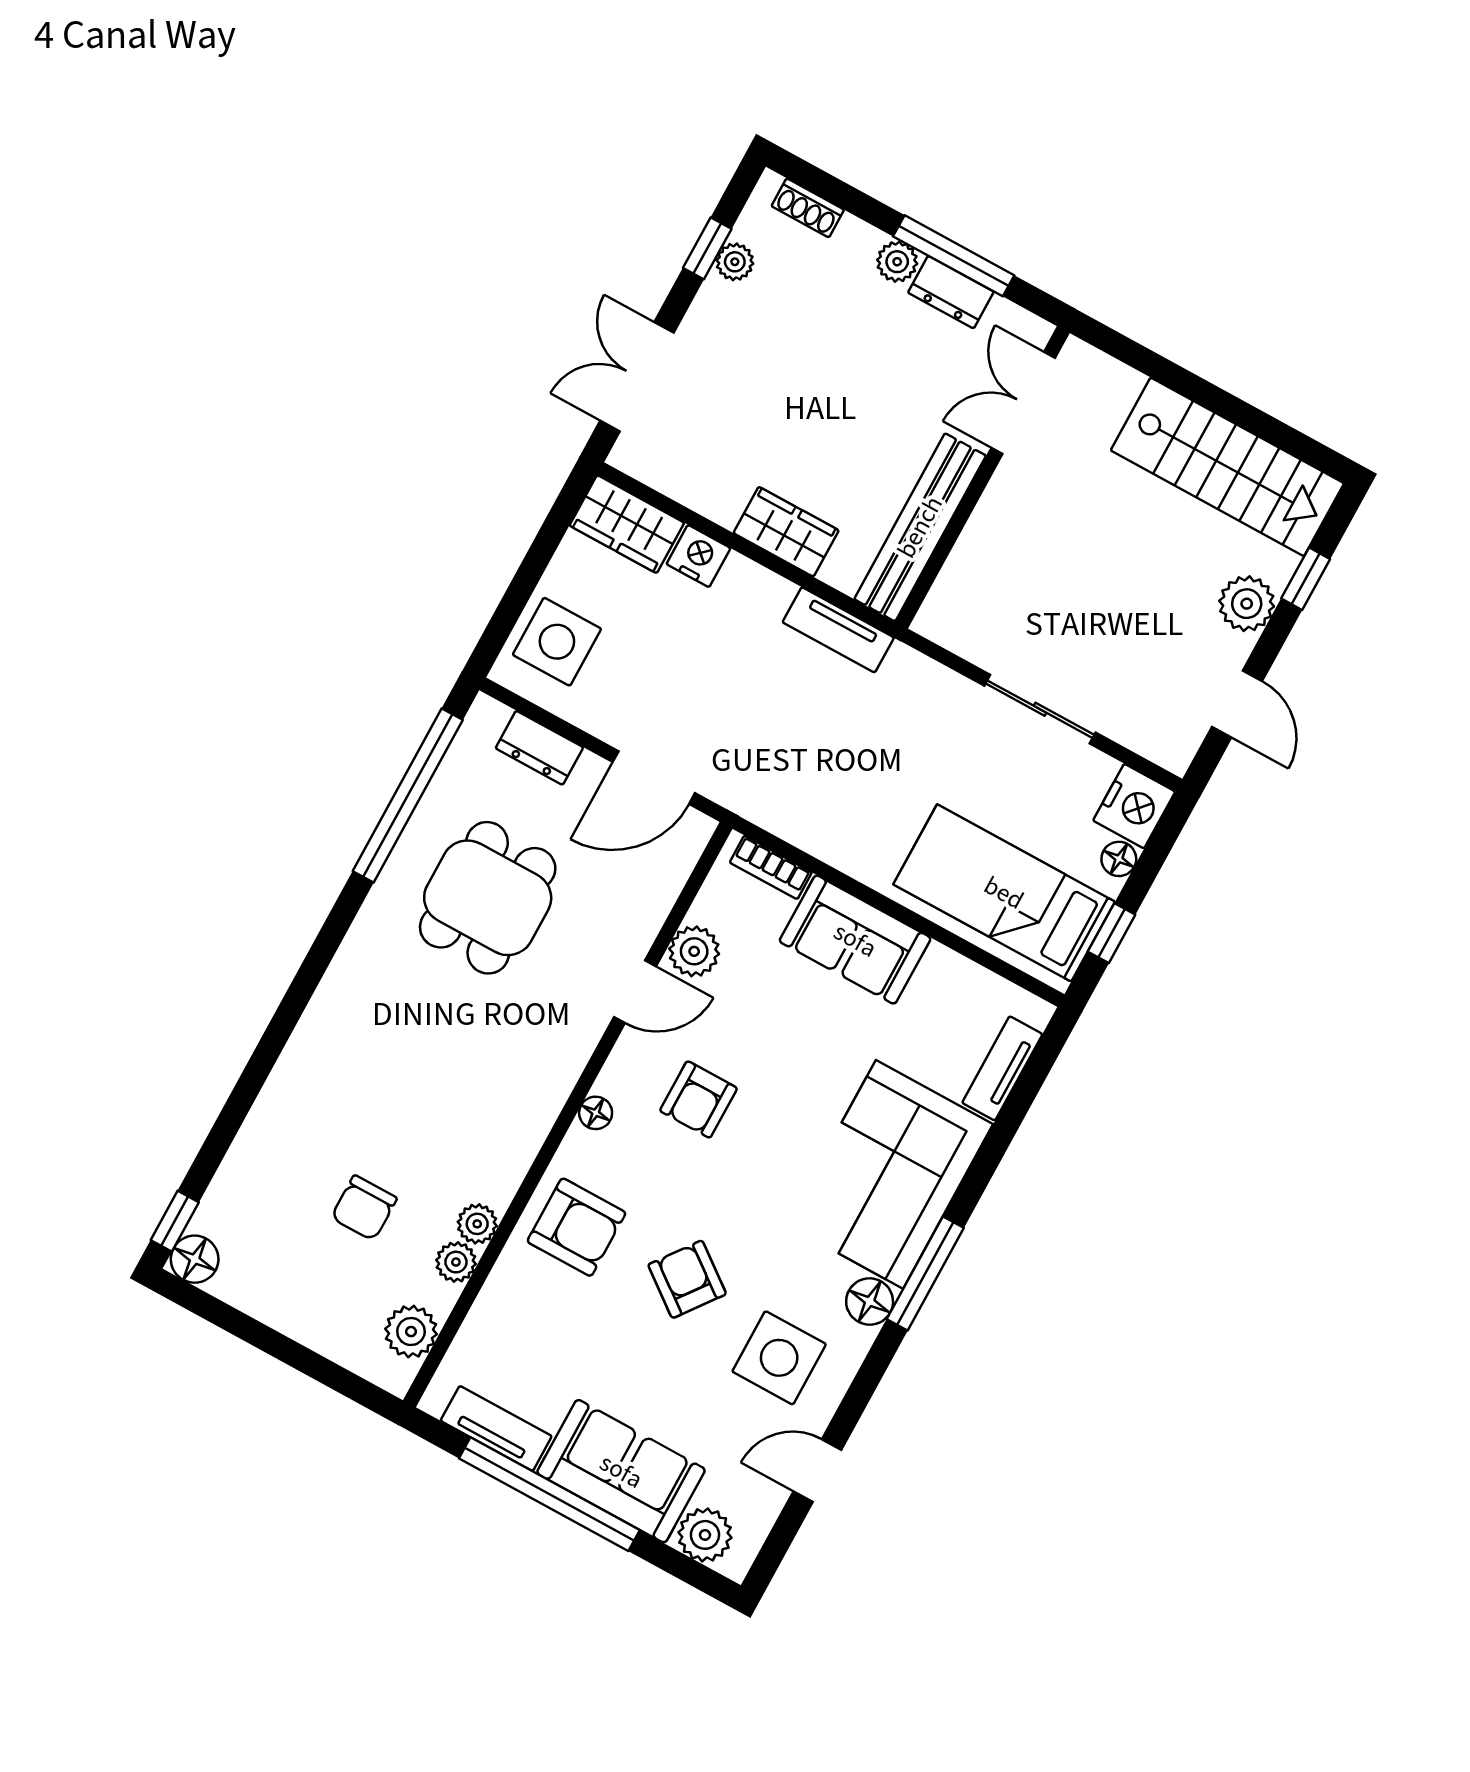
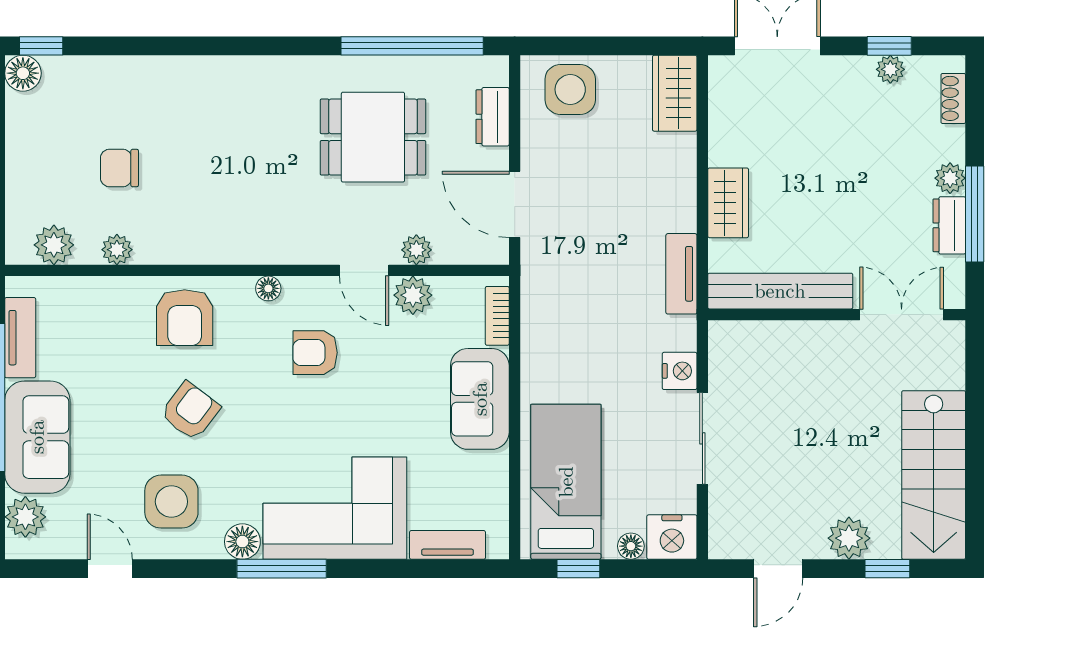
nightstand: (698, 556) -> (680, 371), moved
plant: (477, 1224) -> (416, 250), moved

